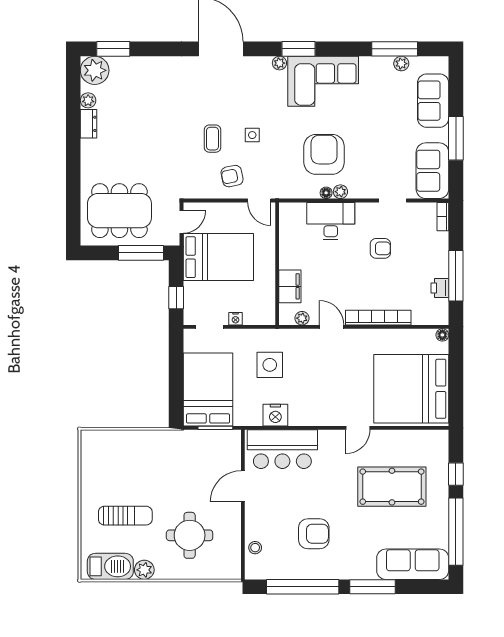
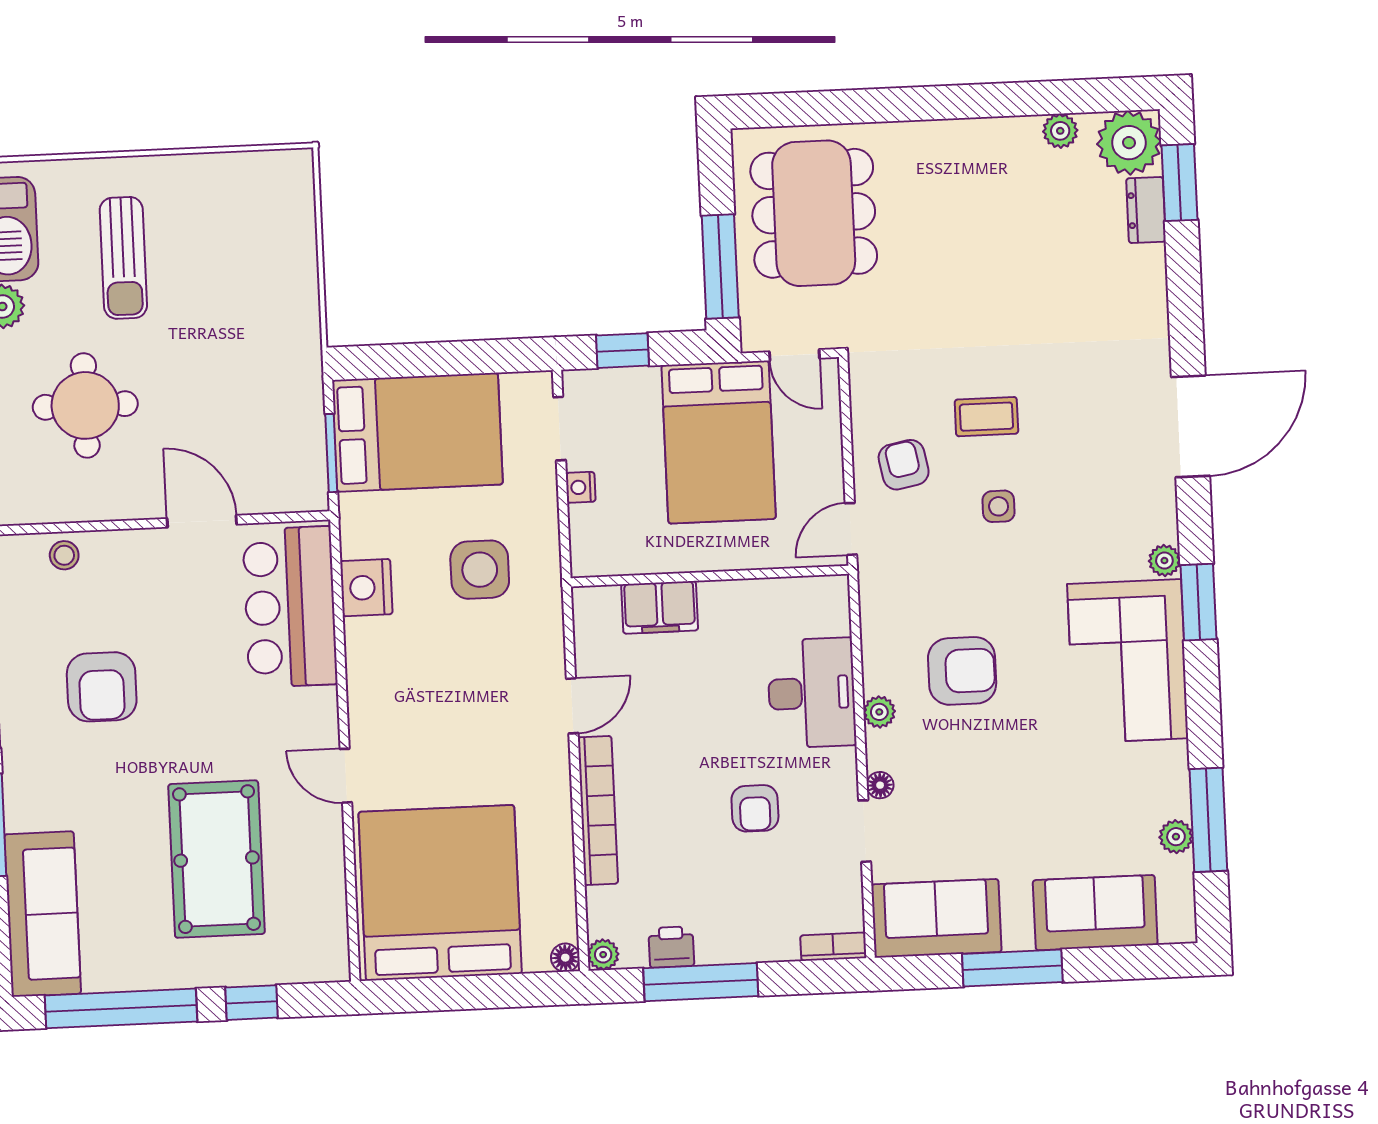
dresser: (89, 124) -> (1146, 210), moved, turned 90
armchair: (324, 154) -> (962, 671), width x0.73, depth x0.73
floor lamp: (326, 193) -> (880, 785), moved
plant: (302, 318) -> (603, 955), moved

